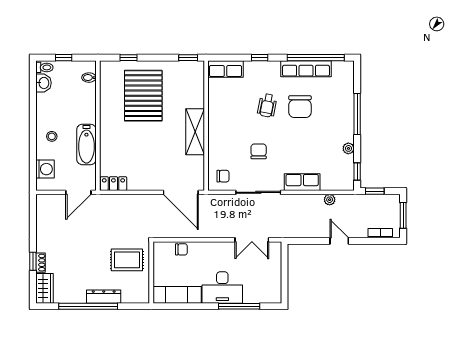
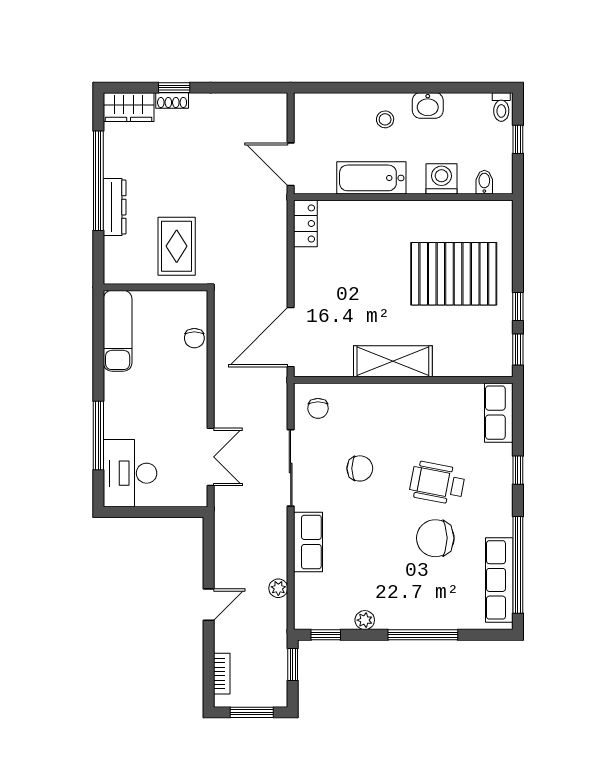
window: (128, 58) -> (518, 307), moved
row of seats: (306, 69) -> (499, 580), moved
washbasin: (43, 83) -> (428, 105), moved
wheelchair: (267, 105) -> (437, 483), width x1.36, depth x1.37
washing machine: (45, 169) -> (441, 179), moved, turned 180
double door: (252, 240) -> (211, 457), swing flipped
desk: (222, 287) -> (130, 473), moved

